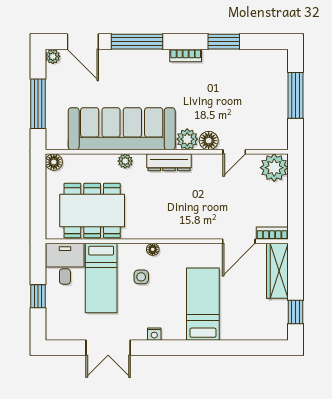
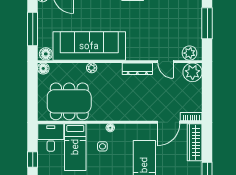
plant: (187, 139) -> (190, 53), moved
floor lamp: (209, 141) -> (46, 54), moved
door: (234, 152) -> (165, 62), hinge flipped
dresser: (169, 162) -> (137, 69), moved

